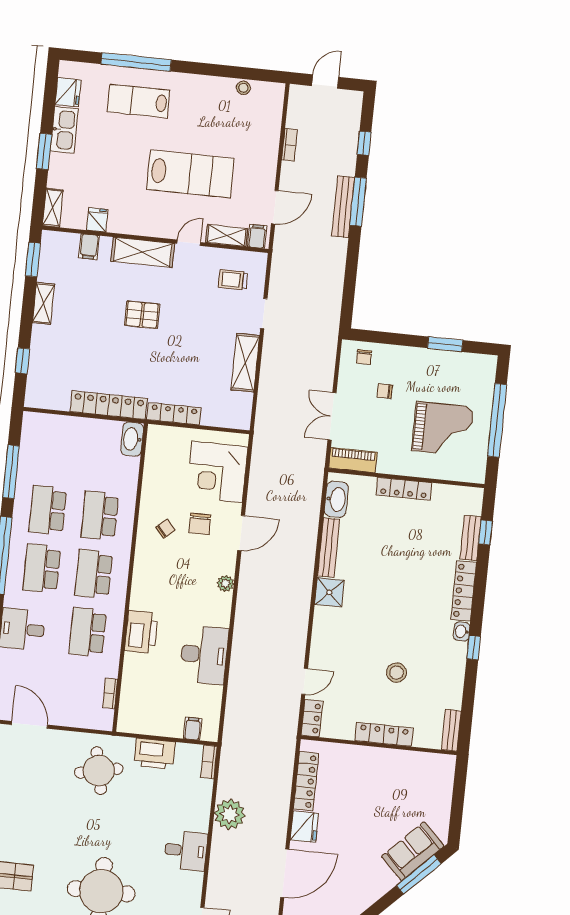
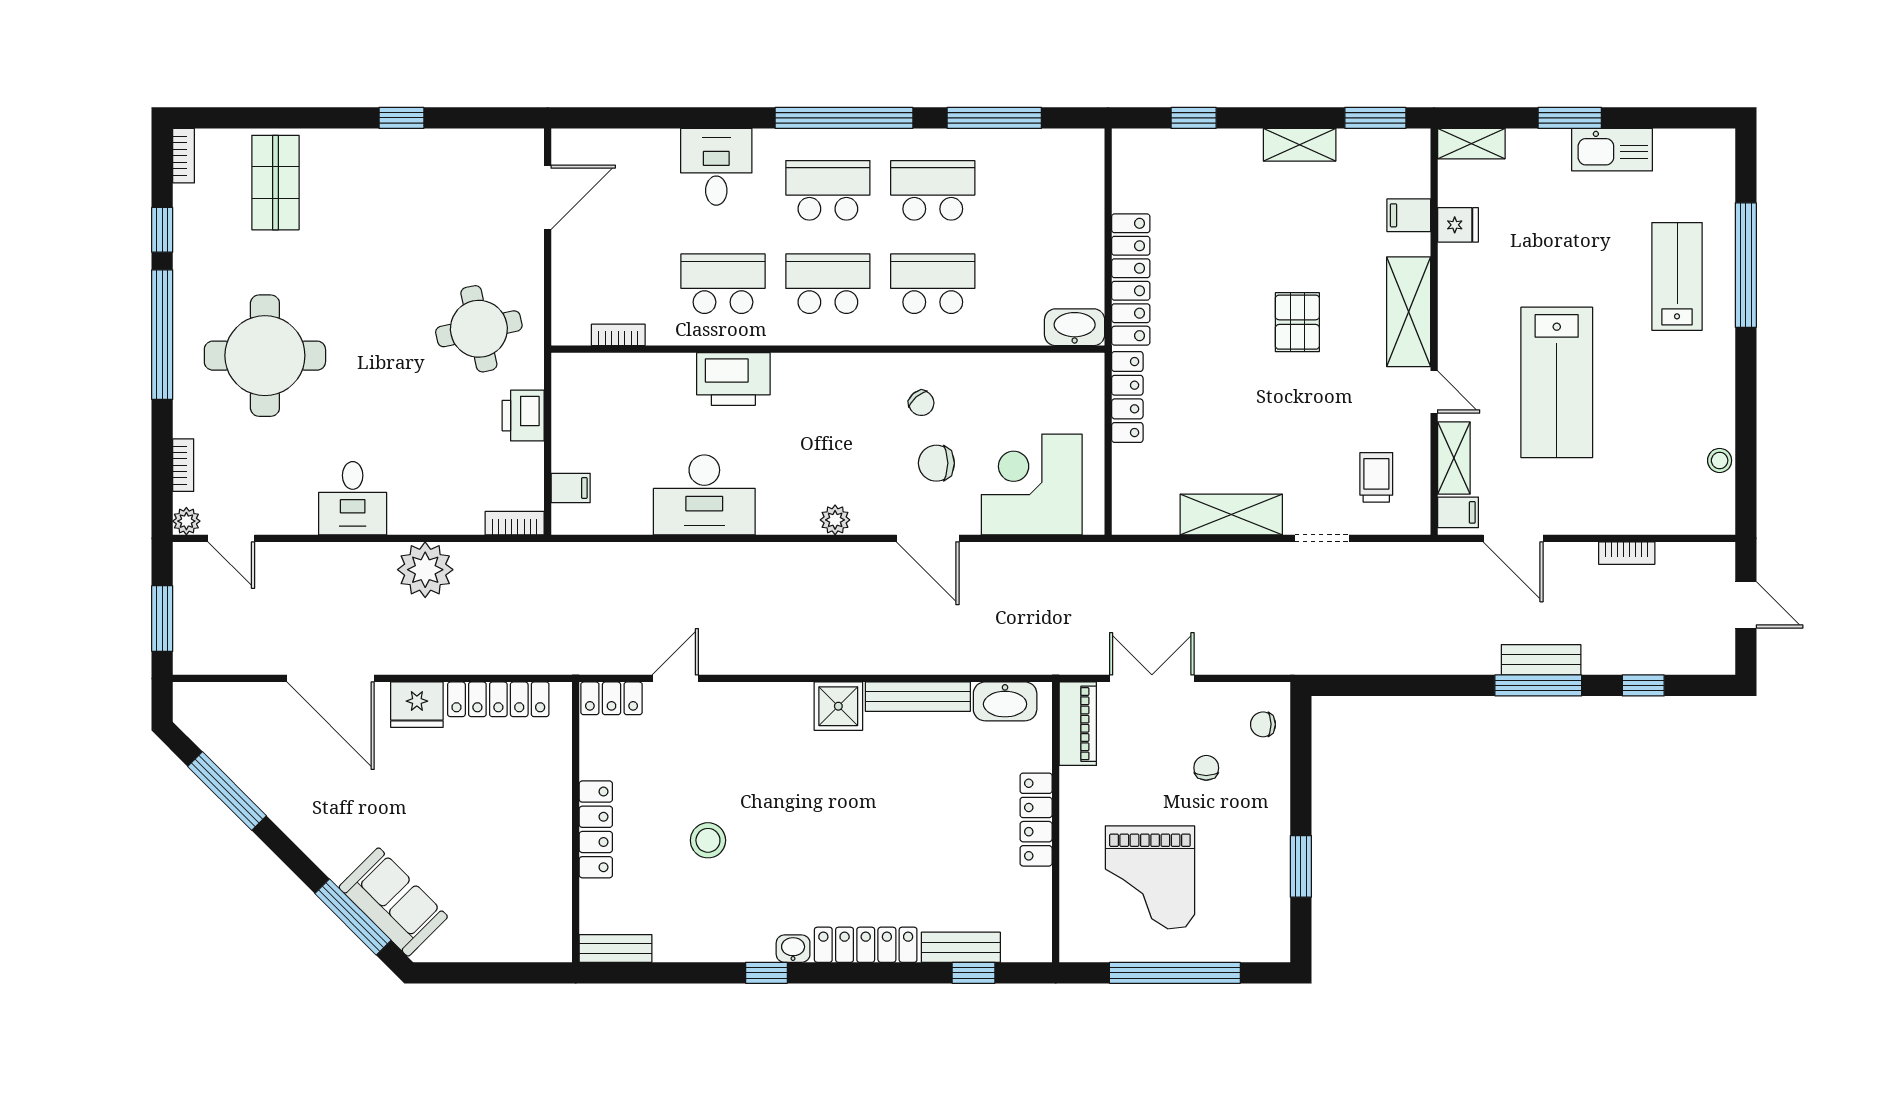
fridge: (68, 92) -> (1680, 149), removed
bench: (343, 207) -> (1541, 660), width x0.73
door: (305, 681) -> (675, 678), swing flipped
printer: (155, 754) -> (523, 416), width x0.73, depth x0.84

